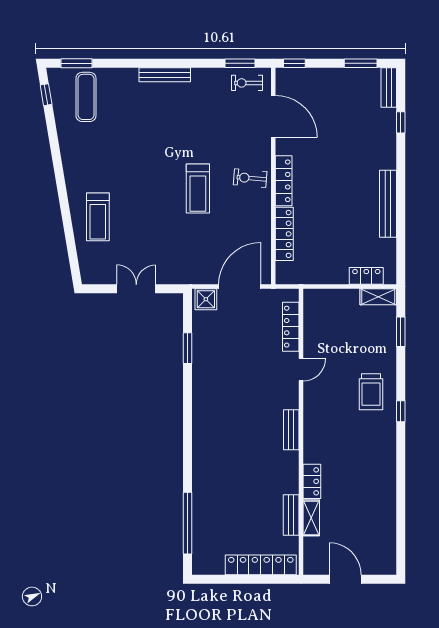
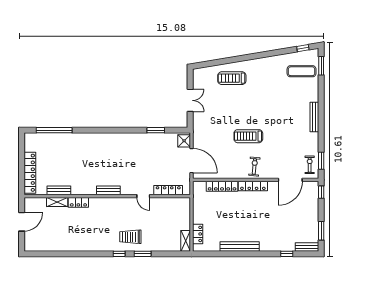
window: (401, 332) -> (143, 254), moved

